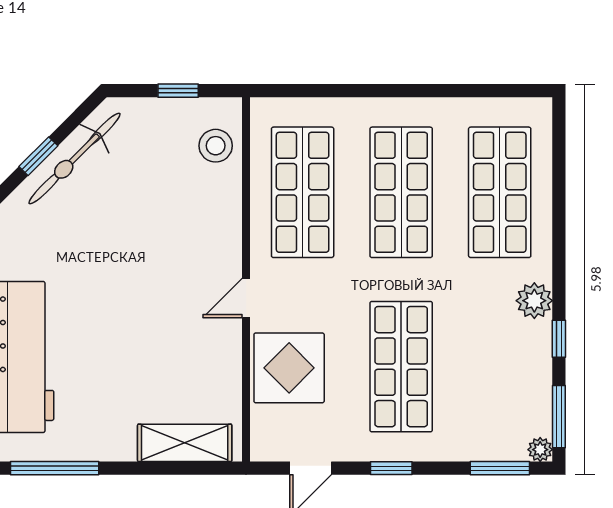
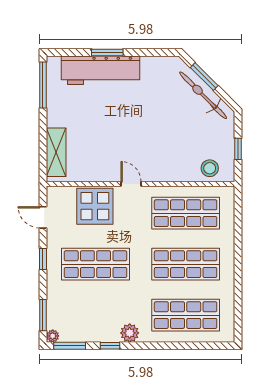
window: (38, 156) -> (204, 77), width x1.50

